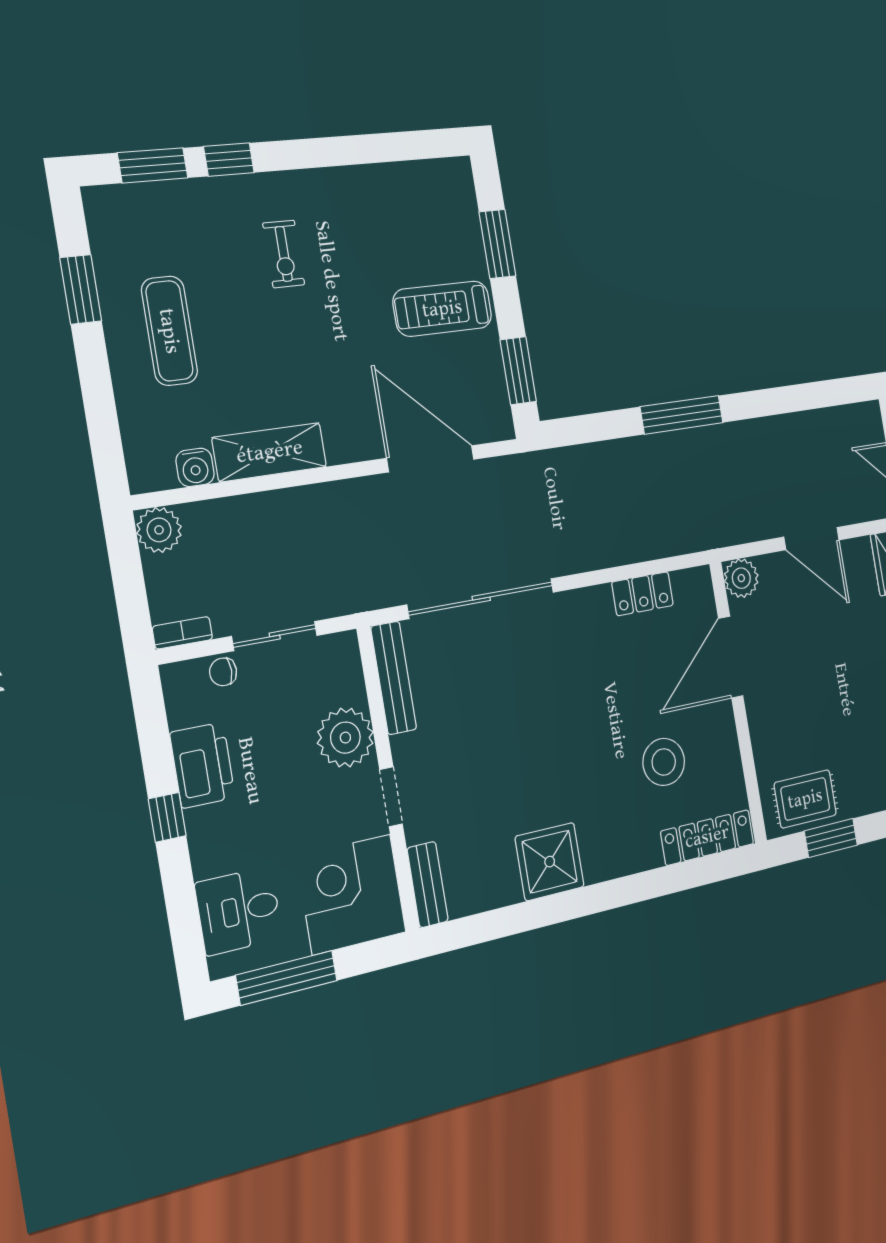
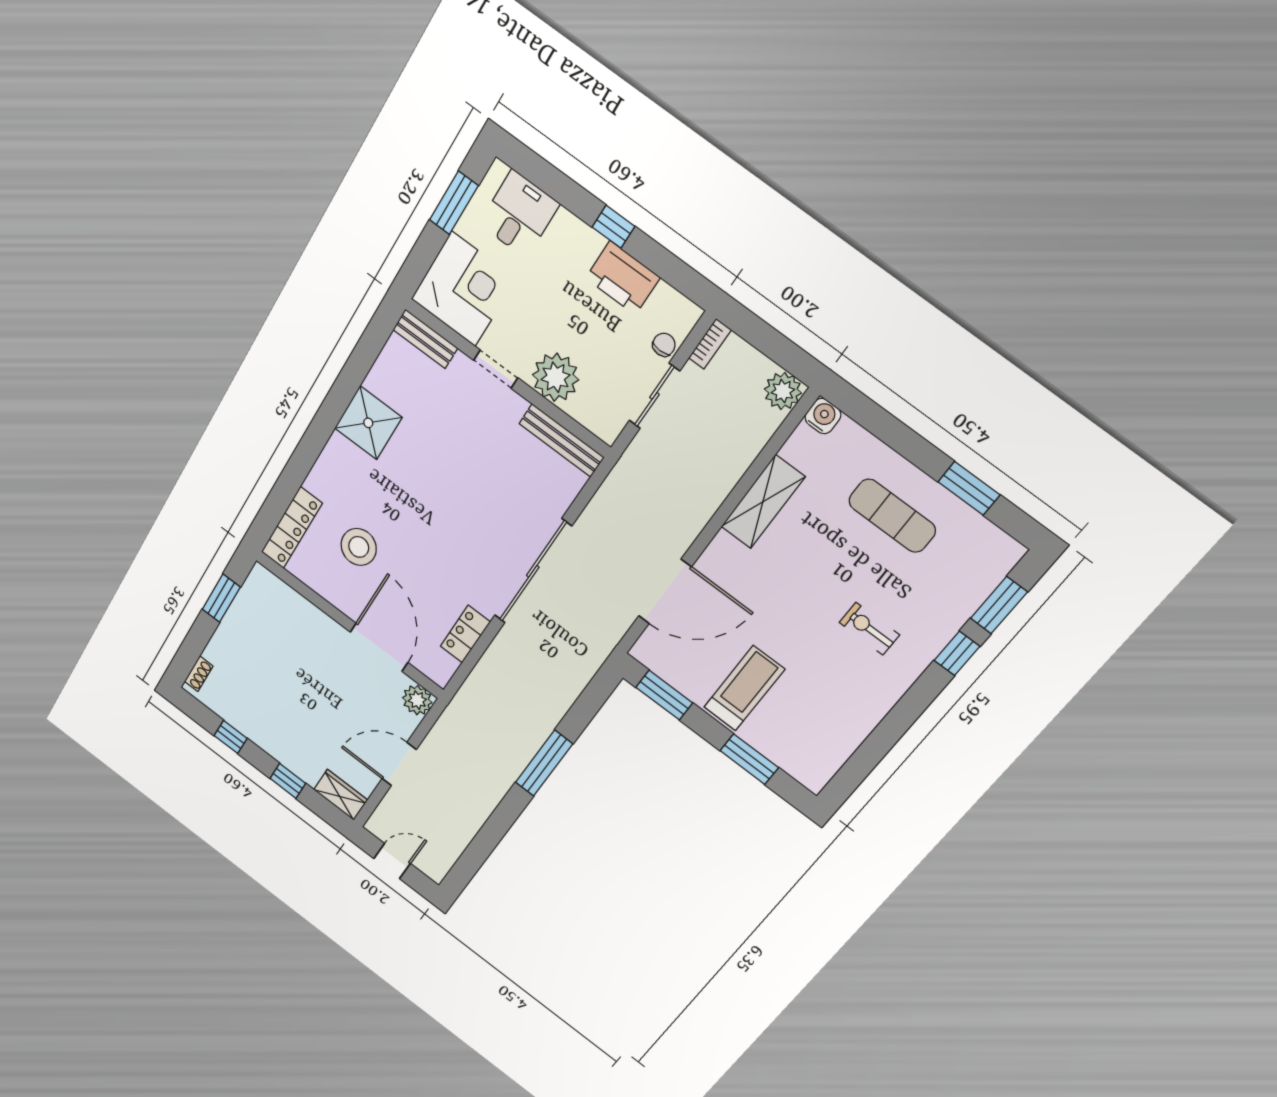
water cooler: (195, 467) -> (823, 416), moved, turned 90
sliding door: (481, 598) -> (533, 571), moved
rug: (805, 799) -> (257, 606), removed
window: (287, 978) -> (454, 203), width x0.69

